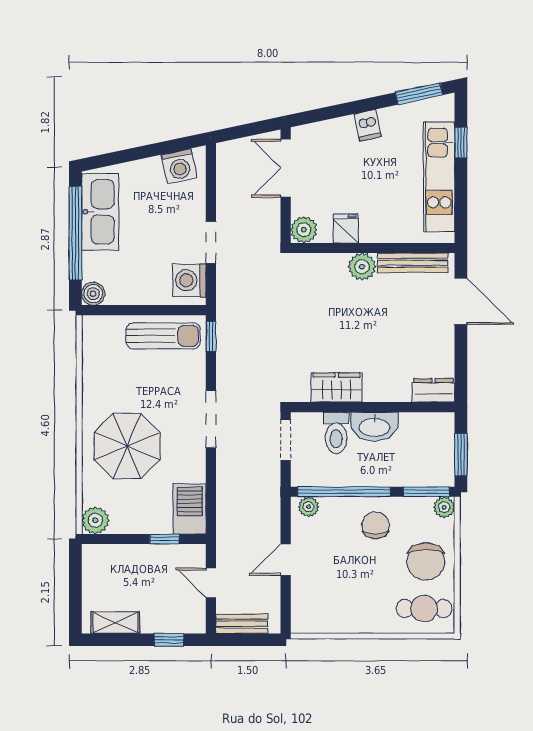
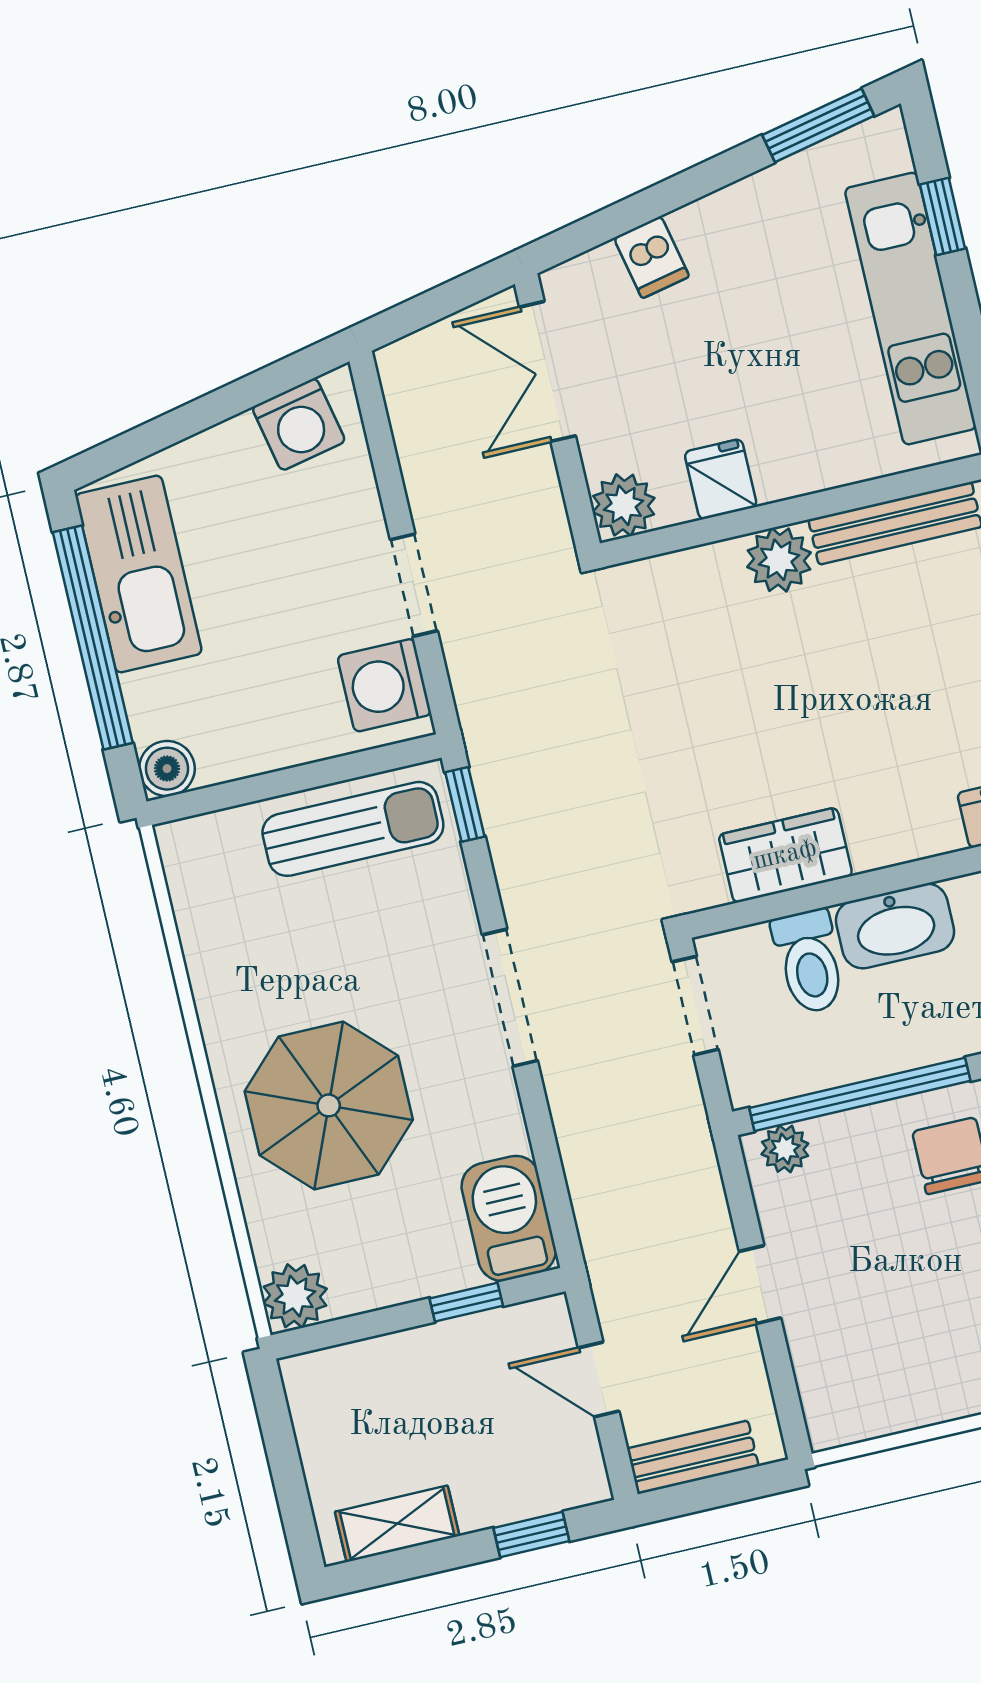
dishwasher: (368, 125) -> (652, 257), moved

